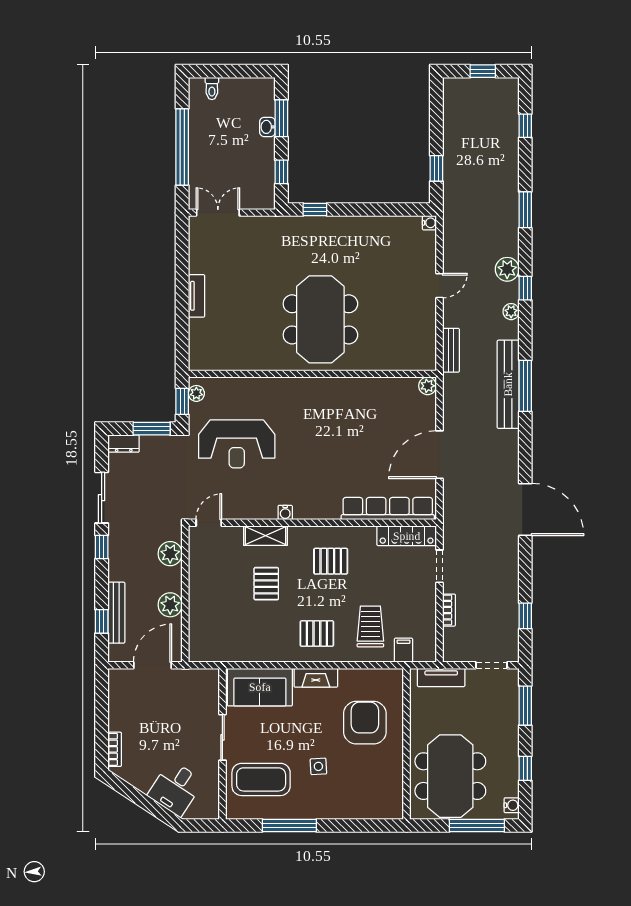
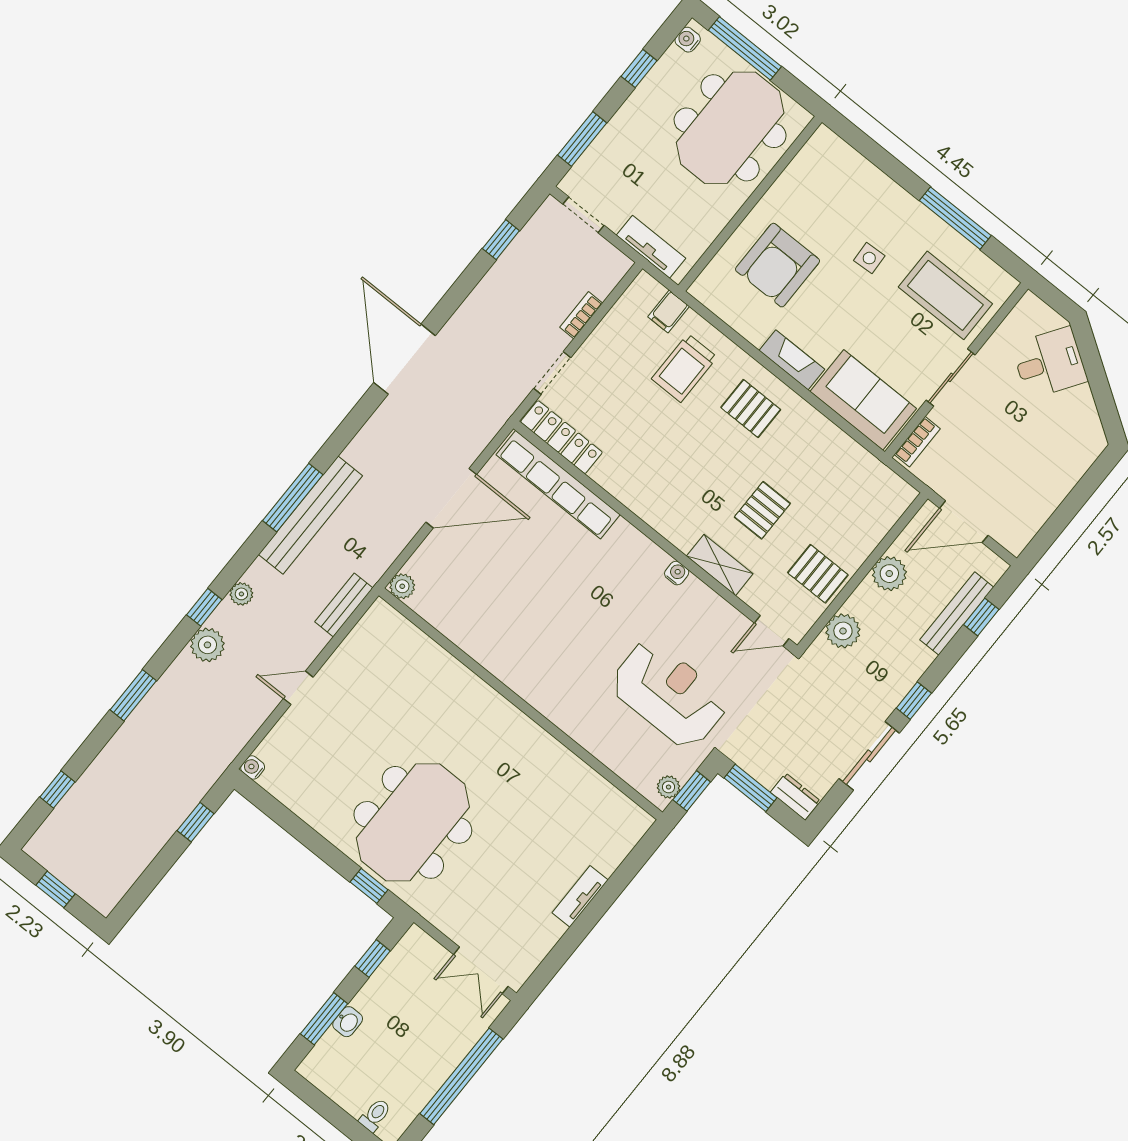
meeting table: (320, 319) -> (413, 822), moved
pallet: (331, 561) -> (818, 574), moved
bookcase: (115, 749) -> (917, 442), moved, turned 180

